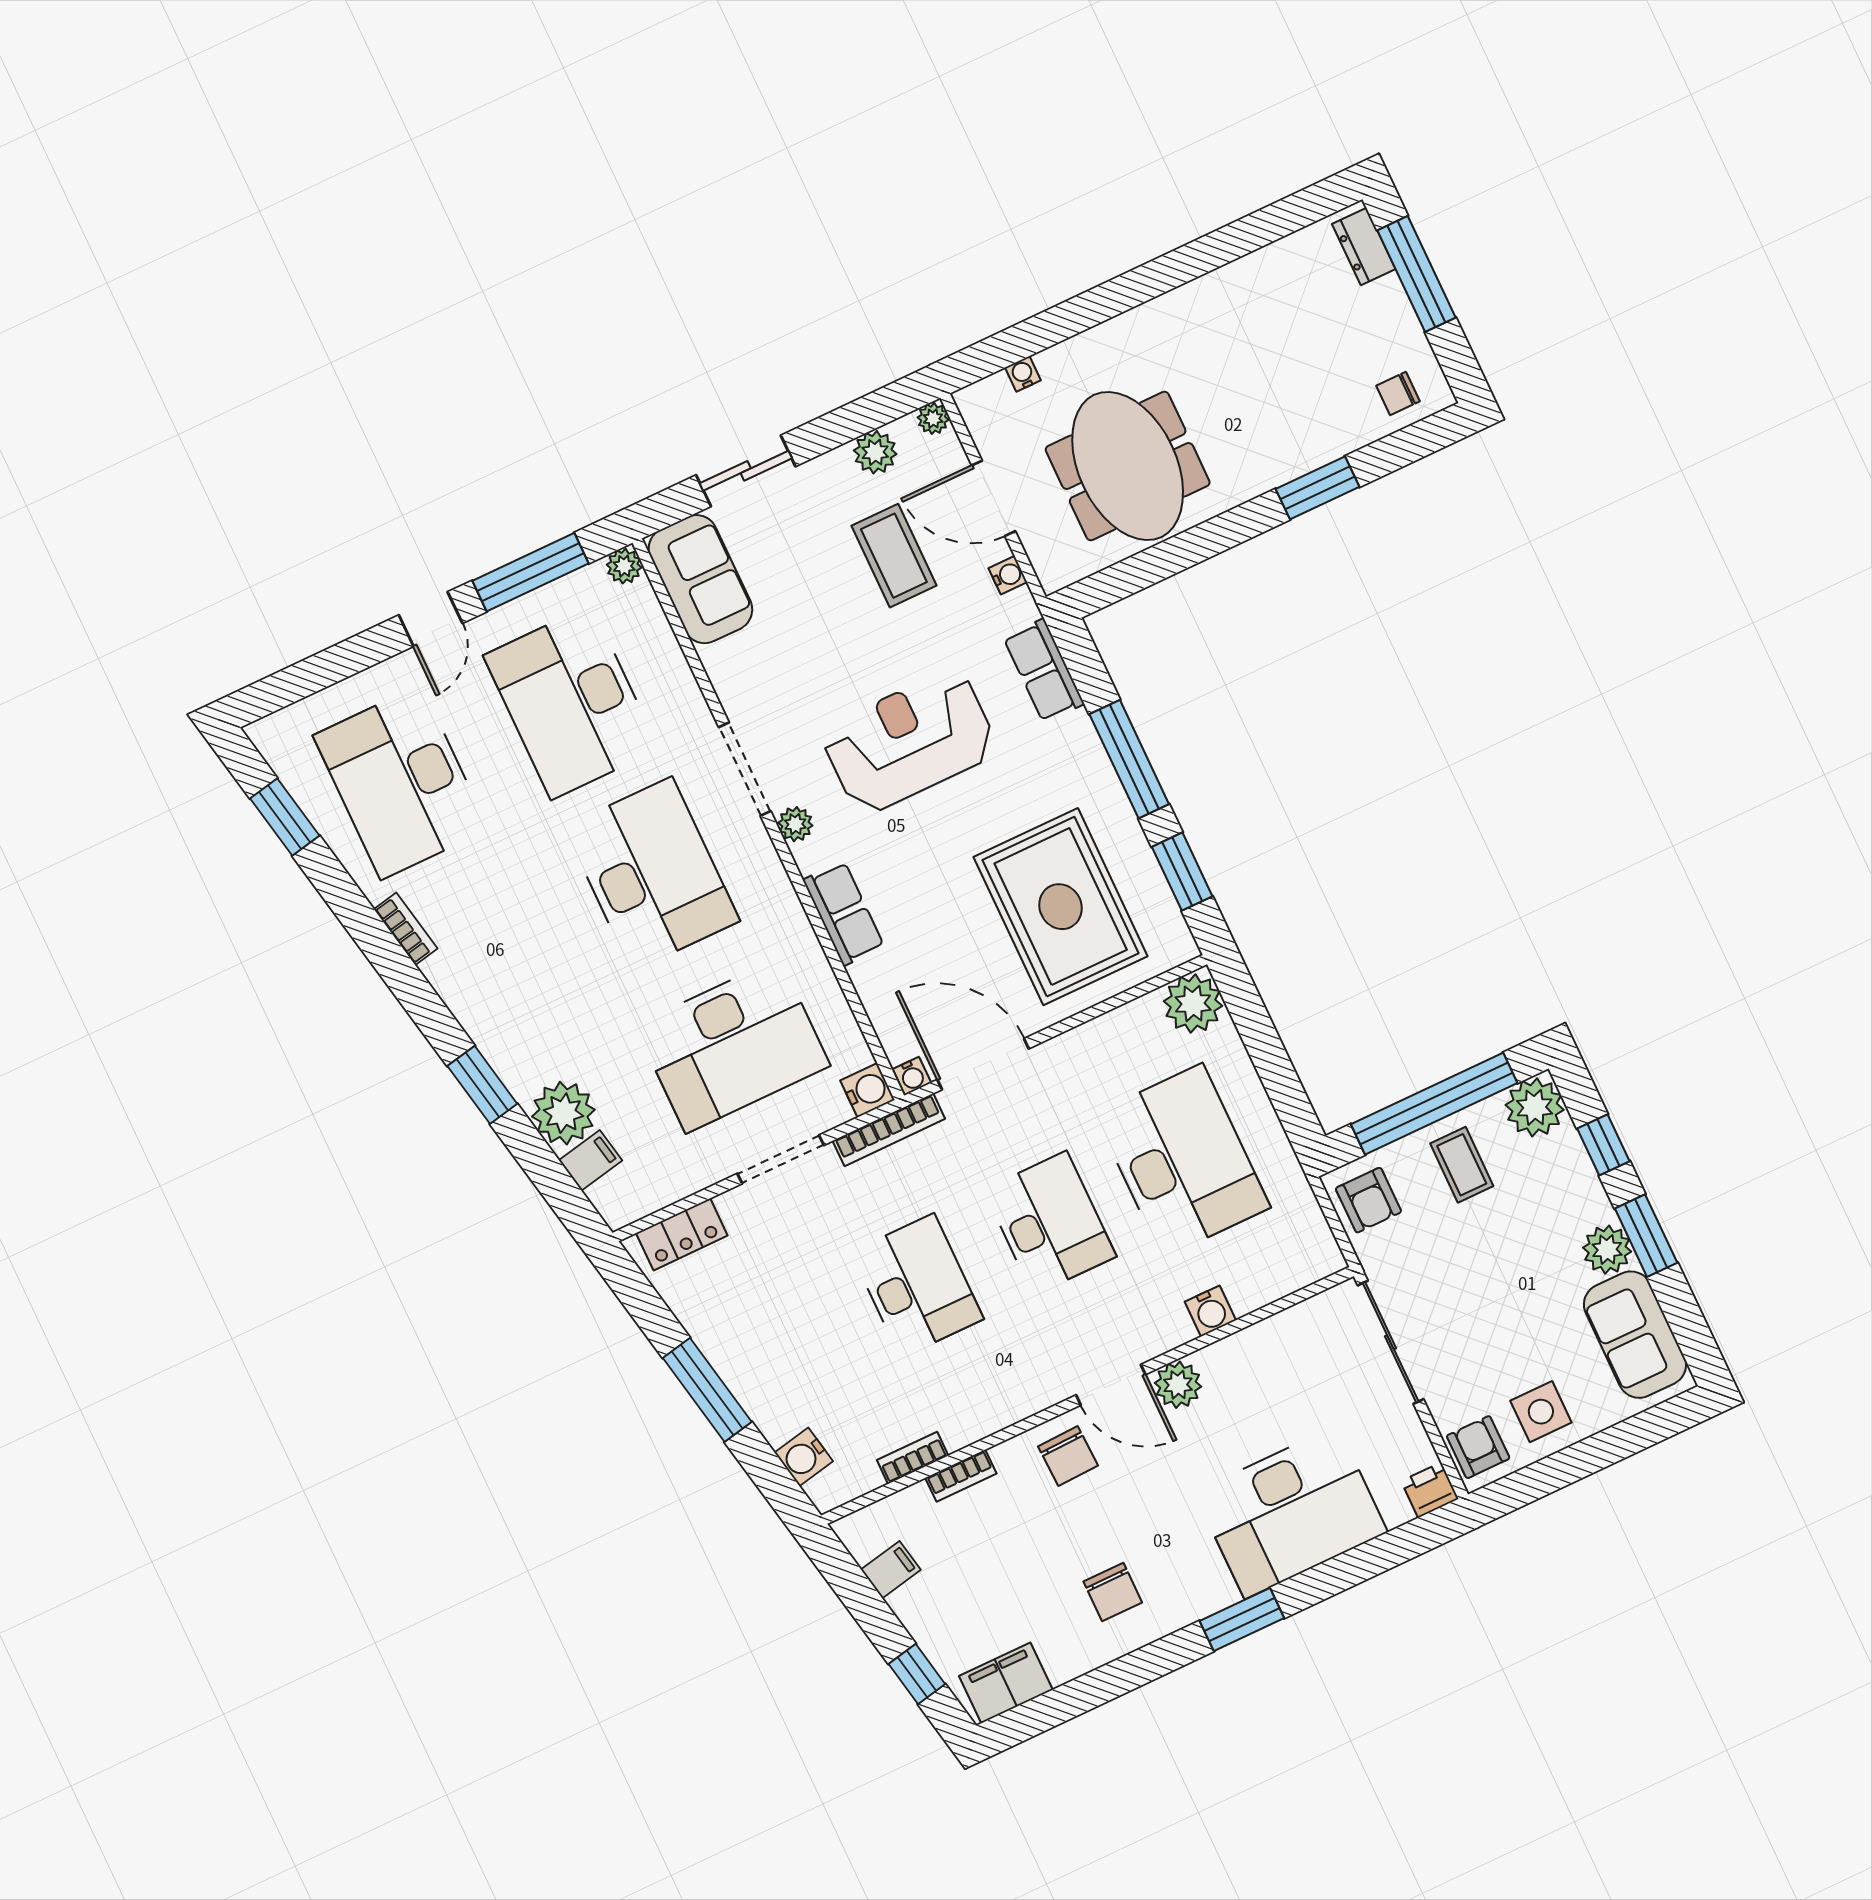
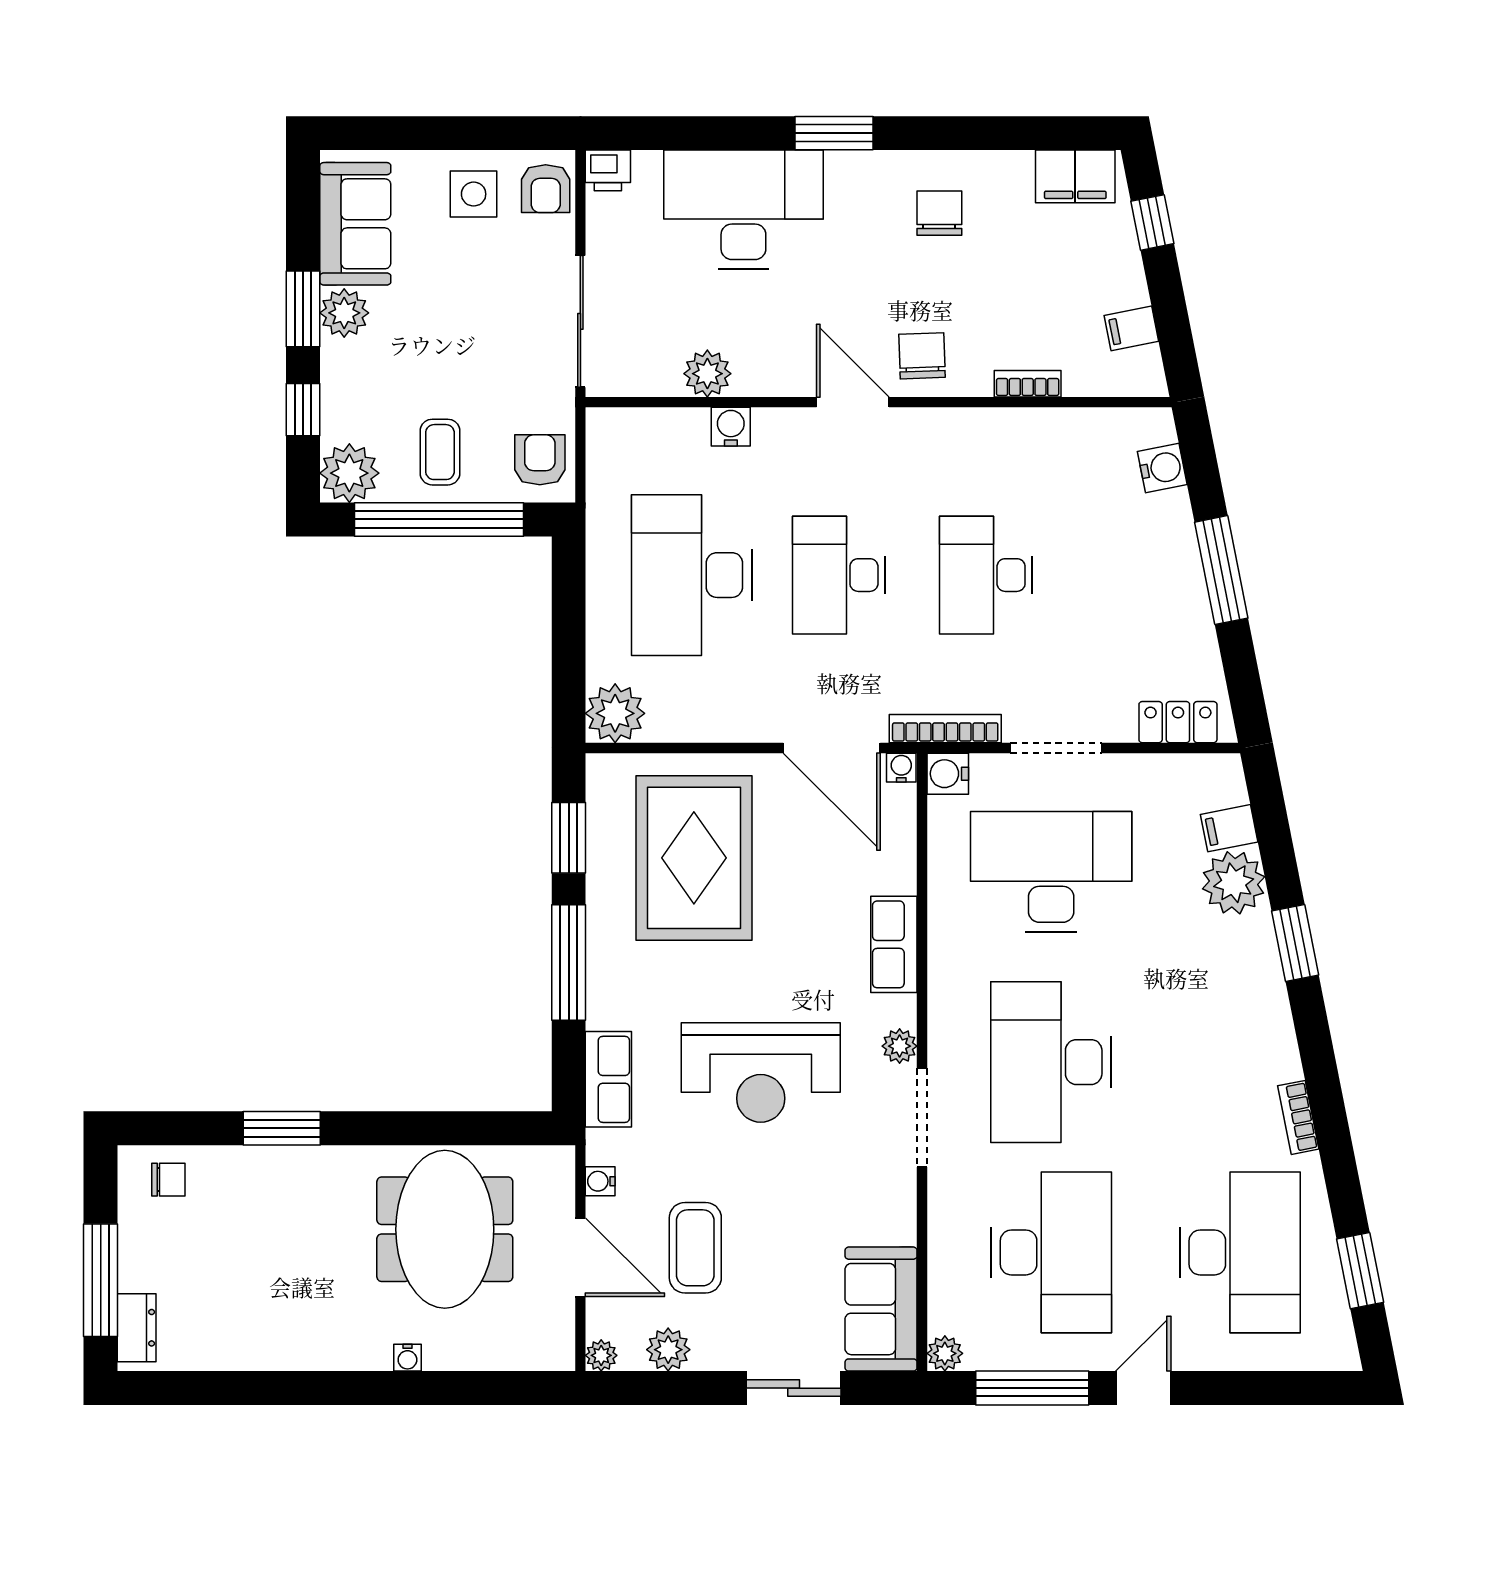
water cooler: (1023, 374) -> (407, 1358), moved
plant: (1178, 1385) -> (707, 374), moved
bookcase: (913, 1458) -> (1064, 421), removed

